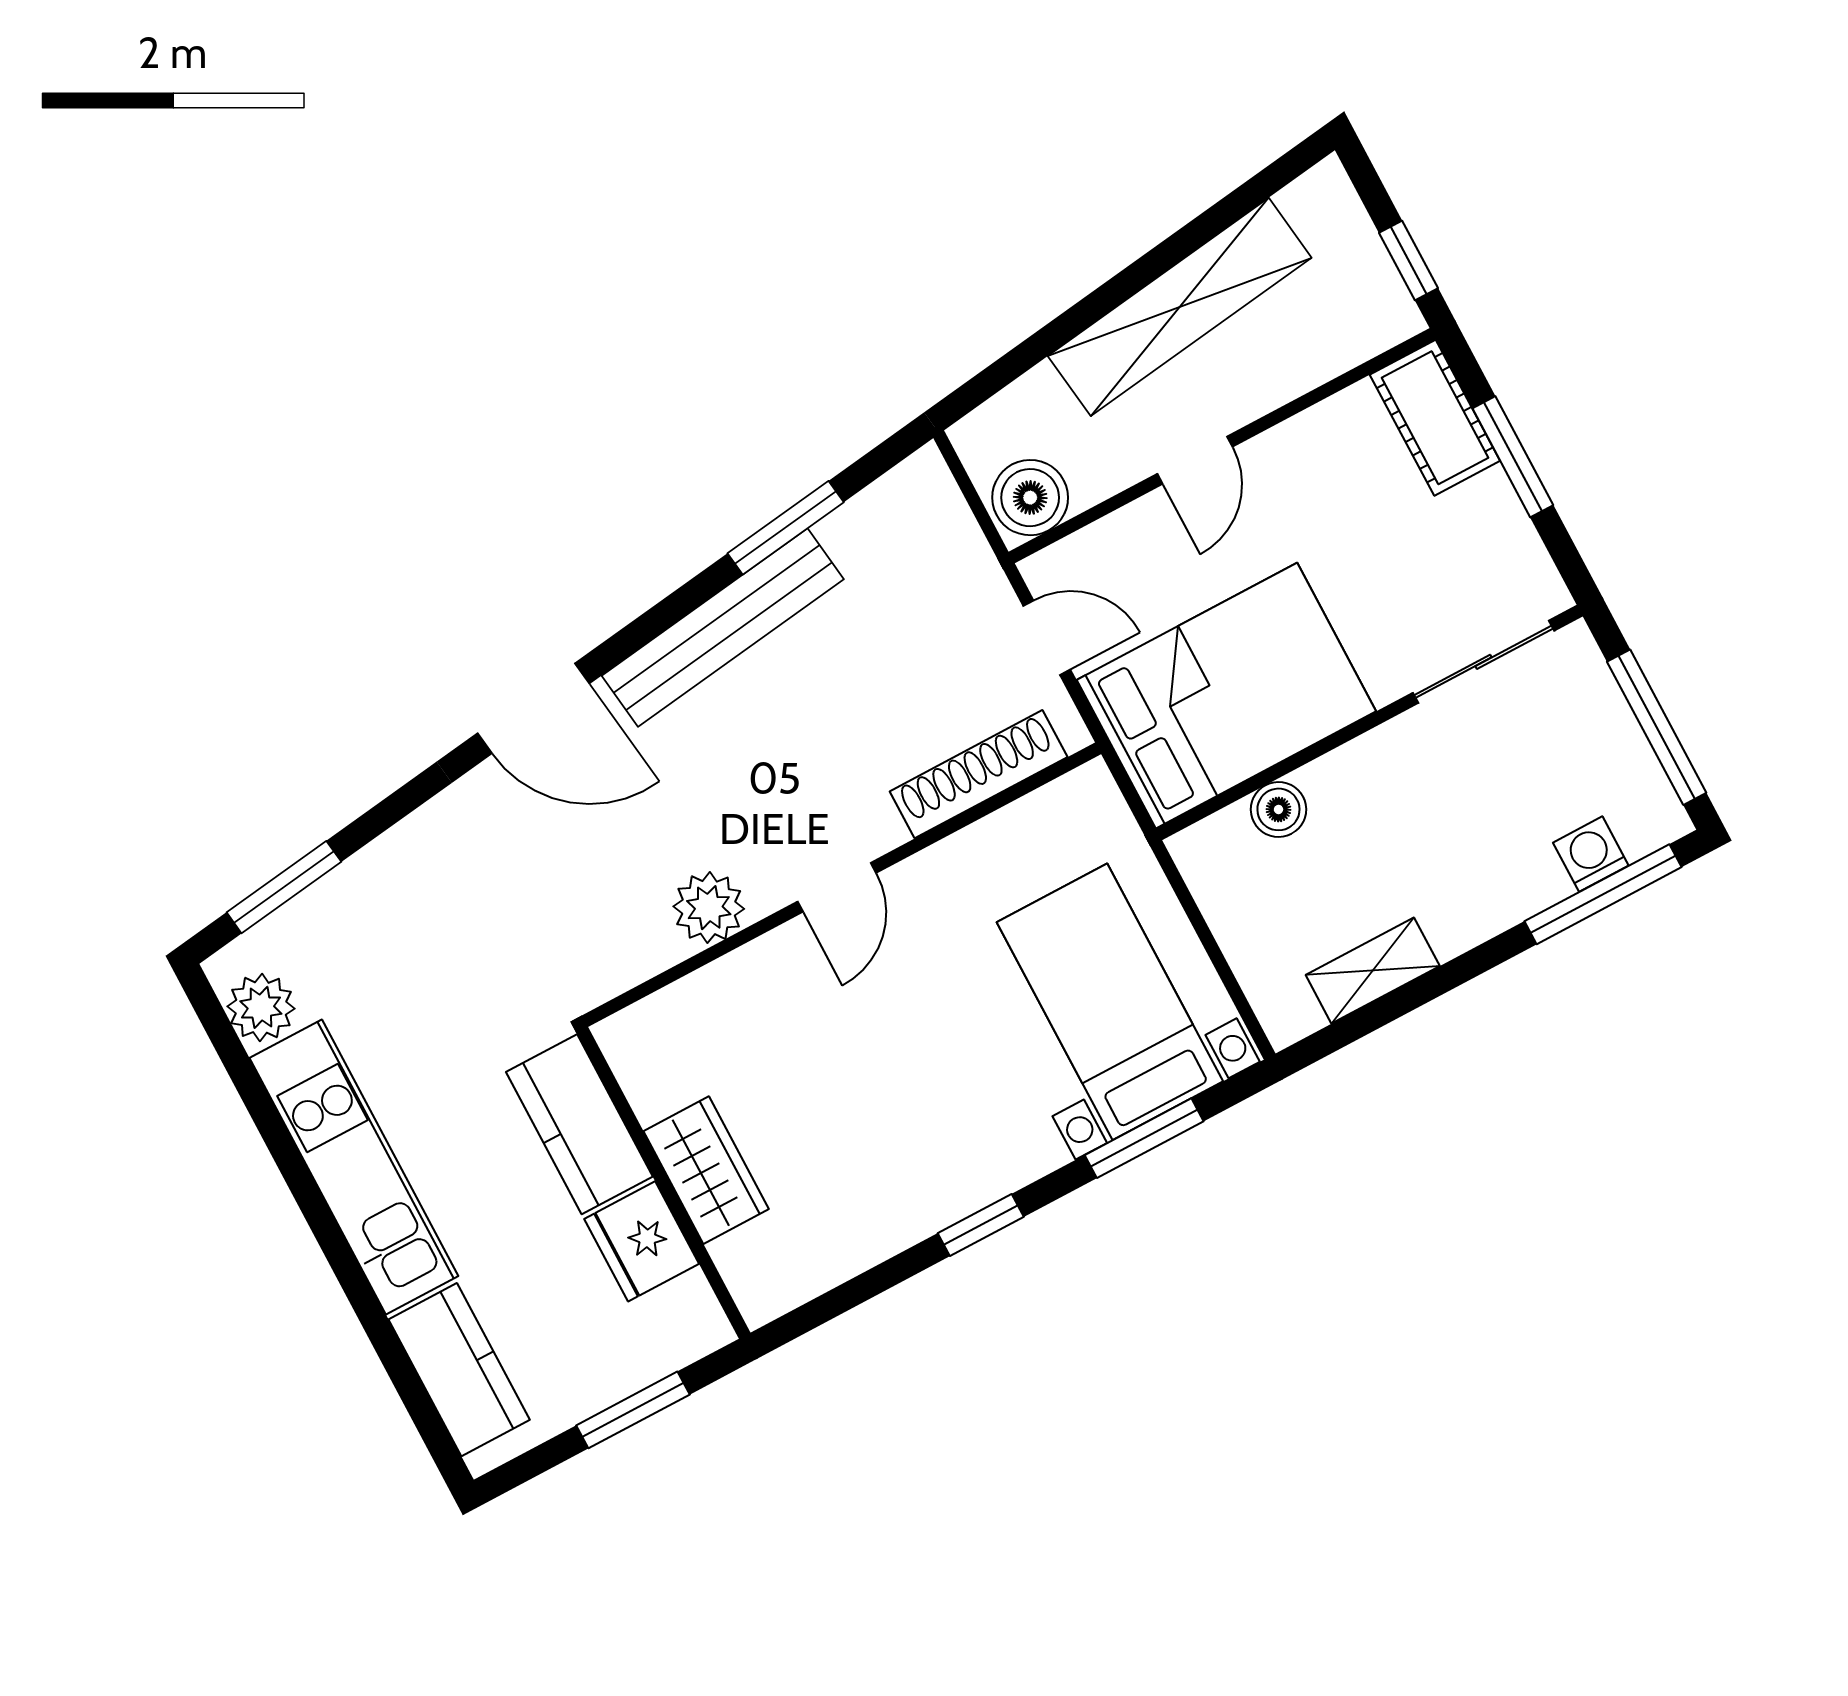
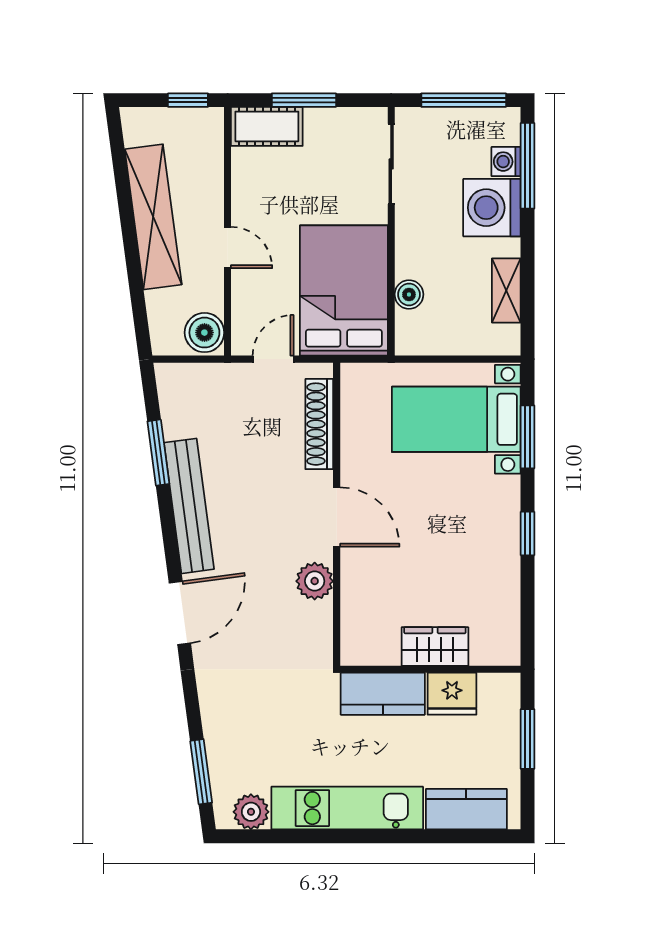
washing machine: (1500, 872) -> (492, 208), added
door: (837, 887) -> (337, 517), width x1.38

